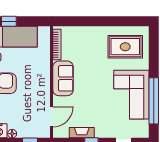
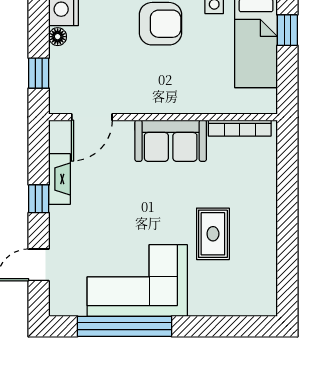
rug: (125, 47) -> (213, 234), moved, width x0.73, depth x0.70
door: (51, 117) -> (92, 117), hinge flipped

